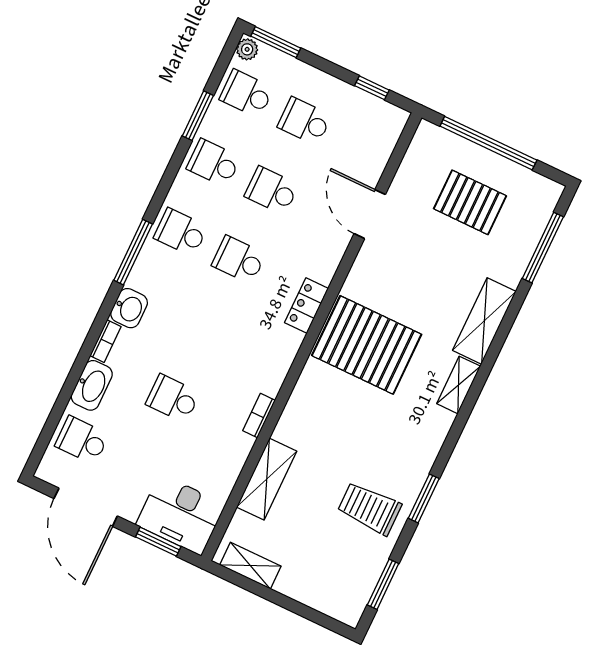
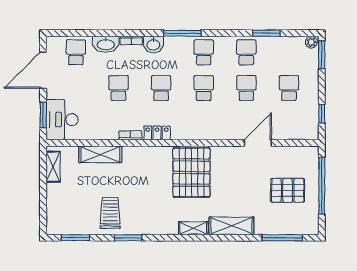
school desk: (247, 94) -> (161, 88), moved
pallet: (470, 202) -> (288, 190), turned 90
locker: (306, 306) -> (157, 133), moved

